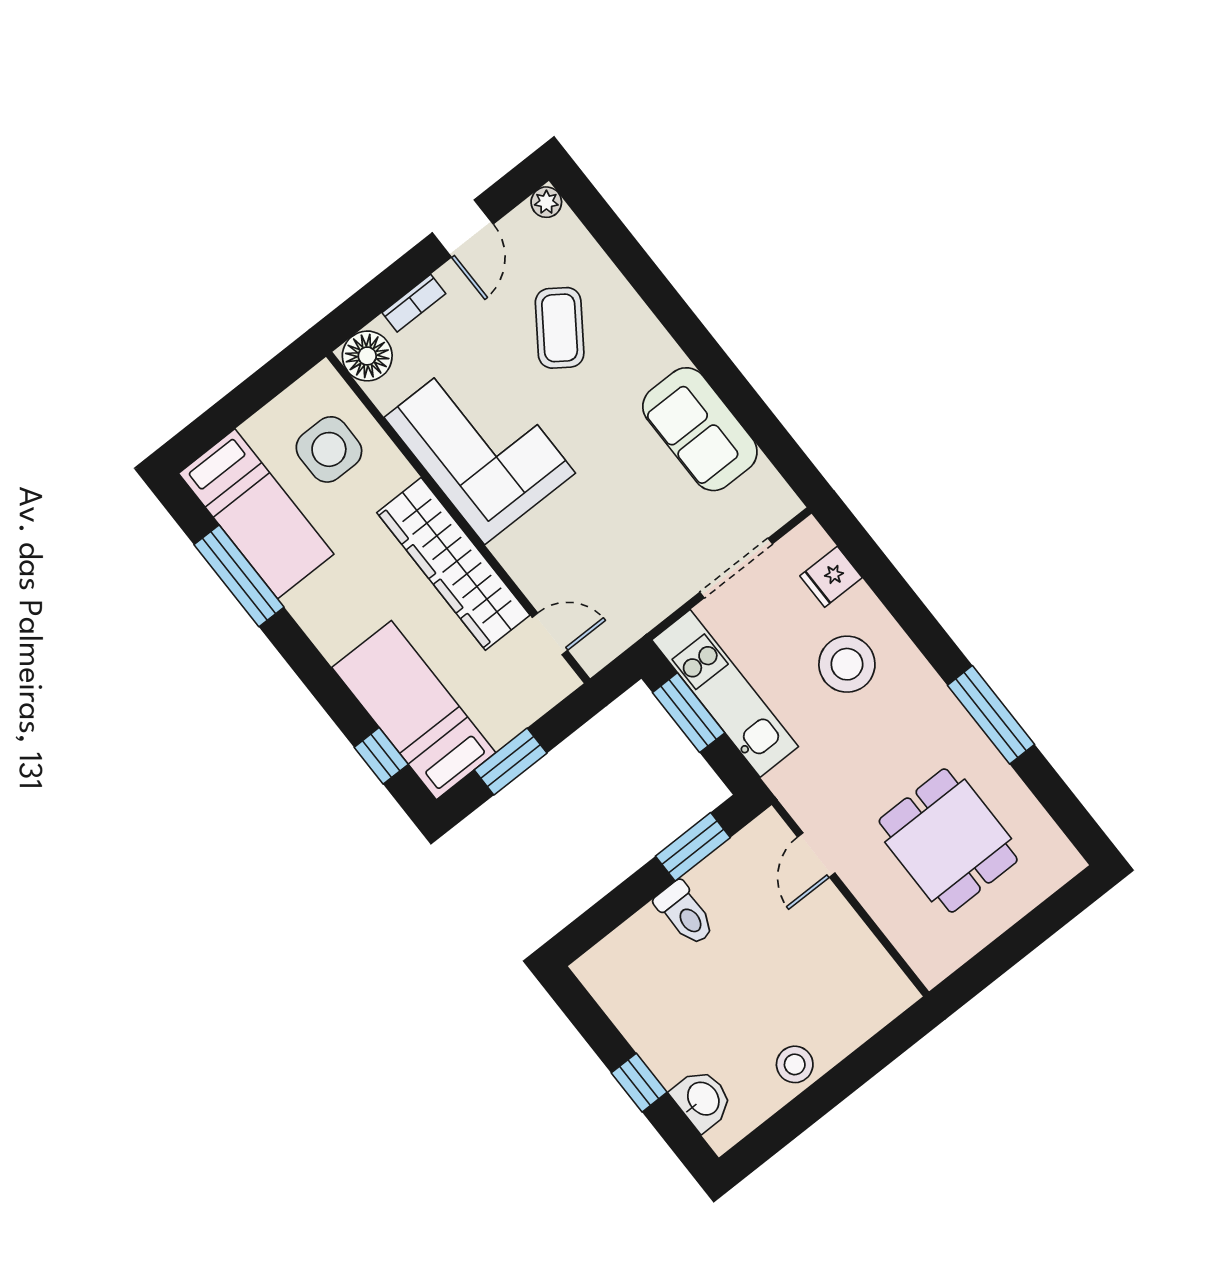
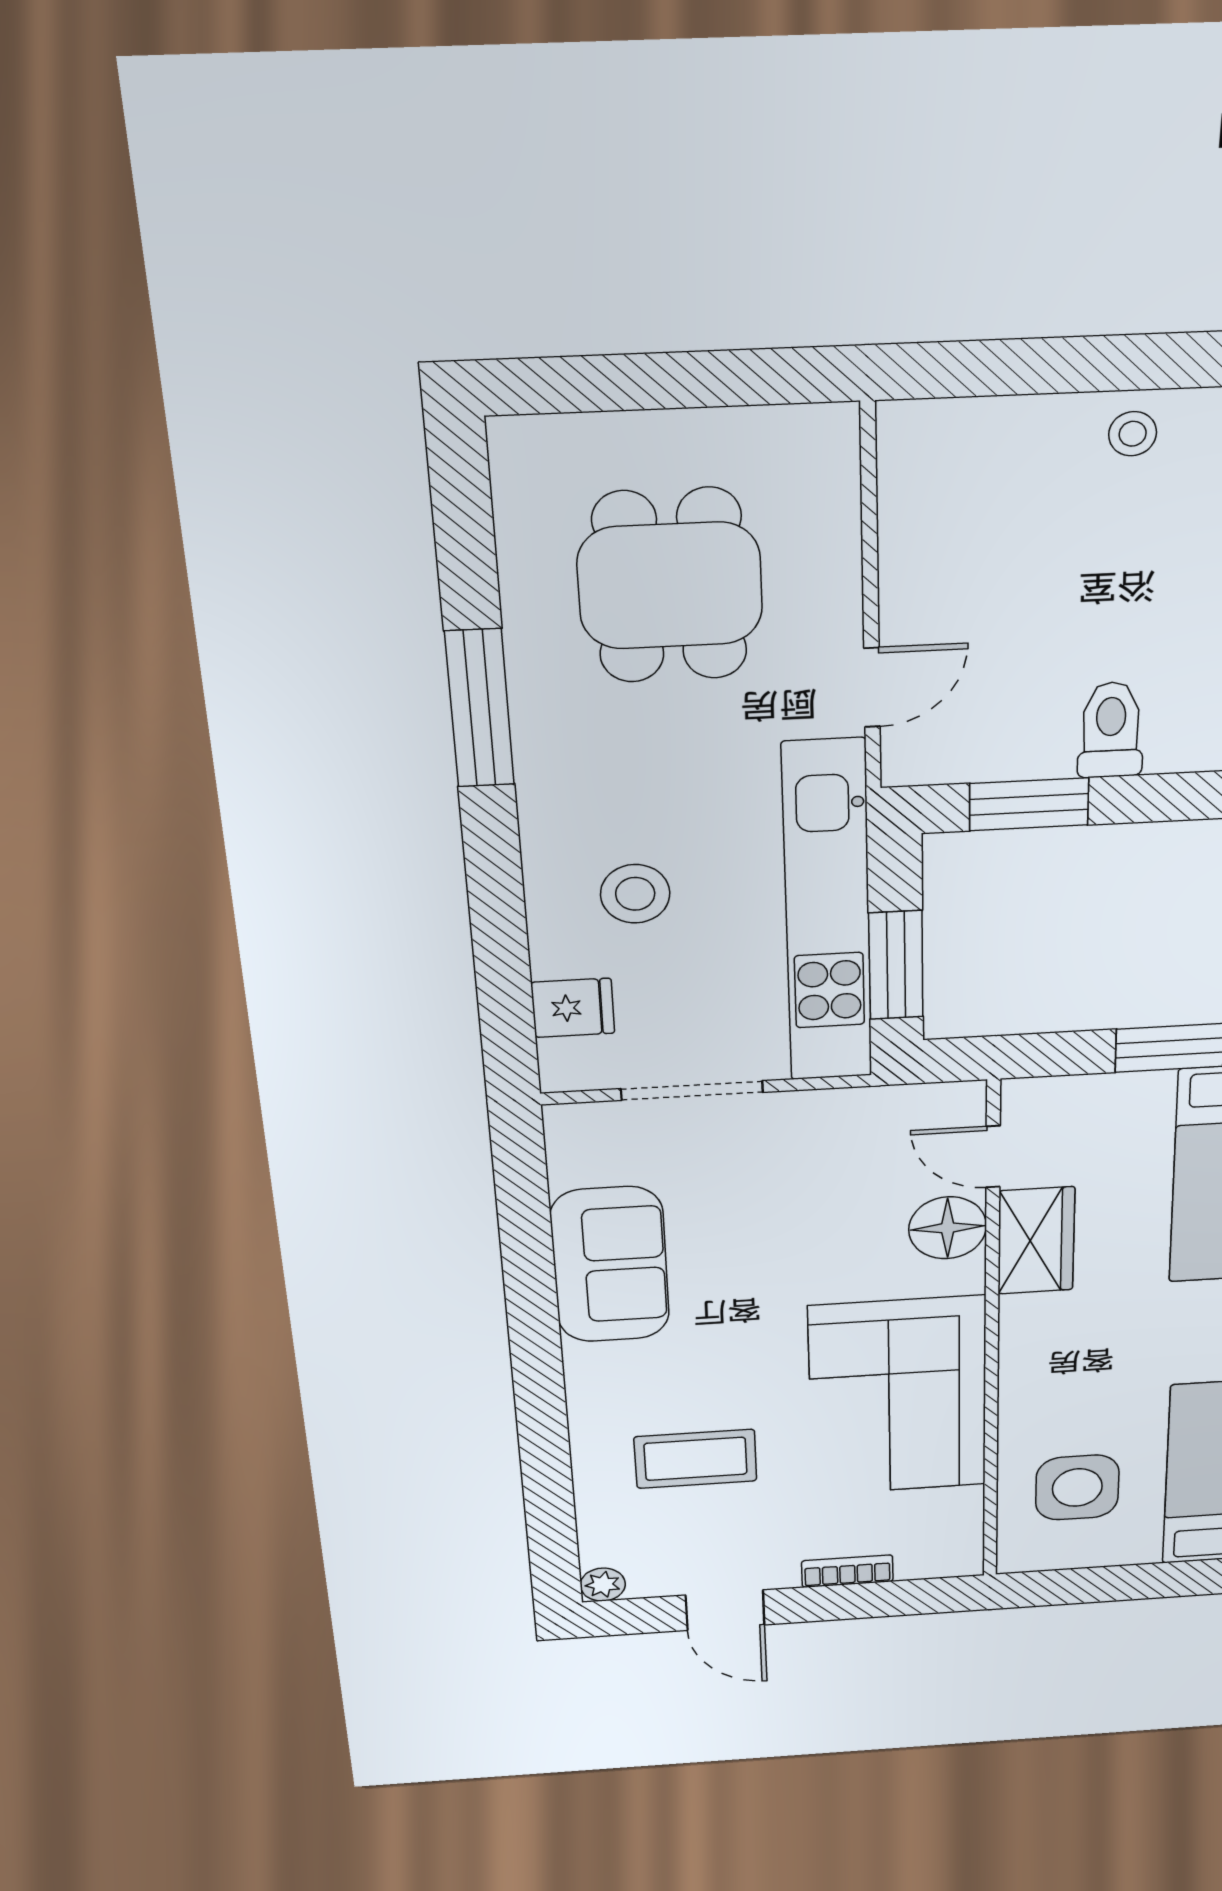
door: (463, 228) -> (725, 1610), swing flipped
coffee table: (560, 328) -> (696, 1459), turned 55
floor lamp: (367, 356) -> (948, 1228), moved
wardrobe: (453, 564) -> (1036, 1241), width x0.48, depth x0.85
stool: (847, 664) -> (635, 894), width x0.73, depth x0.73
kitchen unit: (725, 693) -> (828, 914), width x1.36
stool: (795, 1064) -> (1133, 434), width x0.73, depth x0.73

